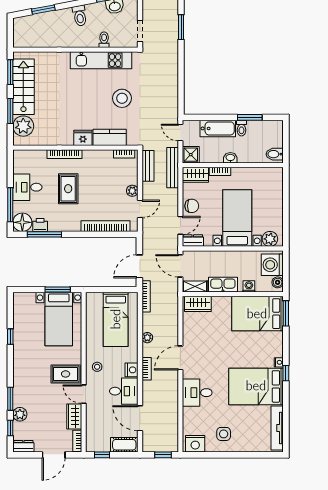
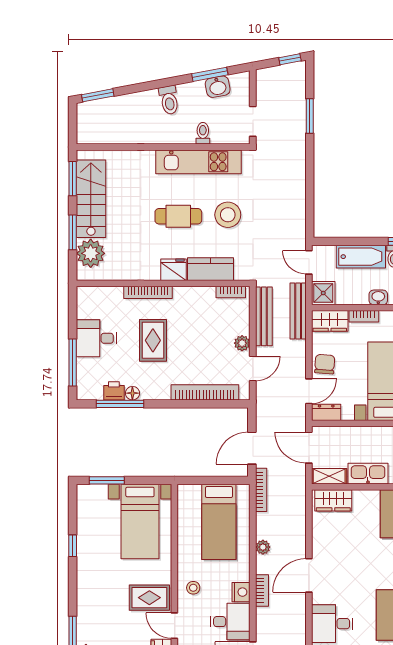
window: (43, 10) -> (98, 95), moved
cafe table: (86, 99) -> (178, 216), added
bench: (148, 166) -> (264, 316), width x1.36
chair: (192, 206) -> (325, 364), turned -86
floor lamp: (22, 222) -> (132, 393), moved, width x0.53, depth x0.53
window: (58, 290) -> (107, 480), moved

